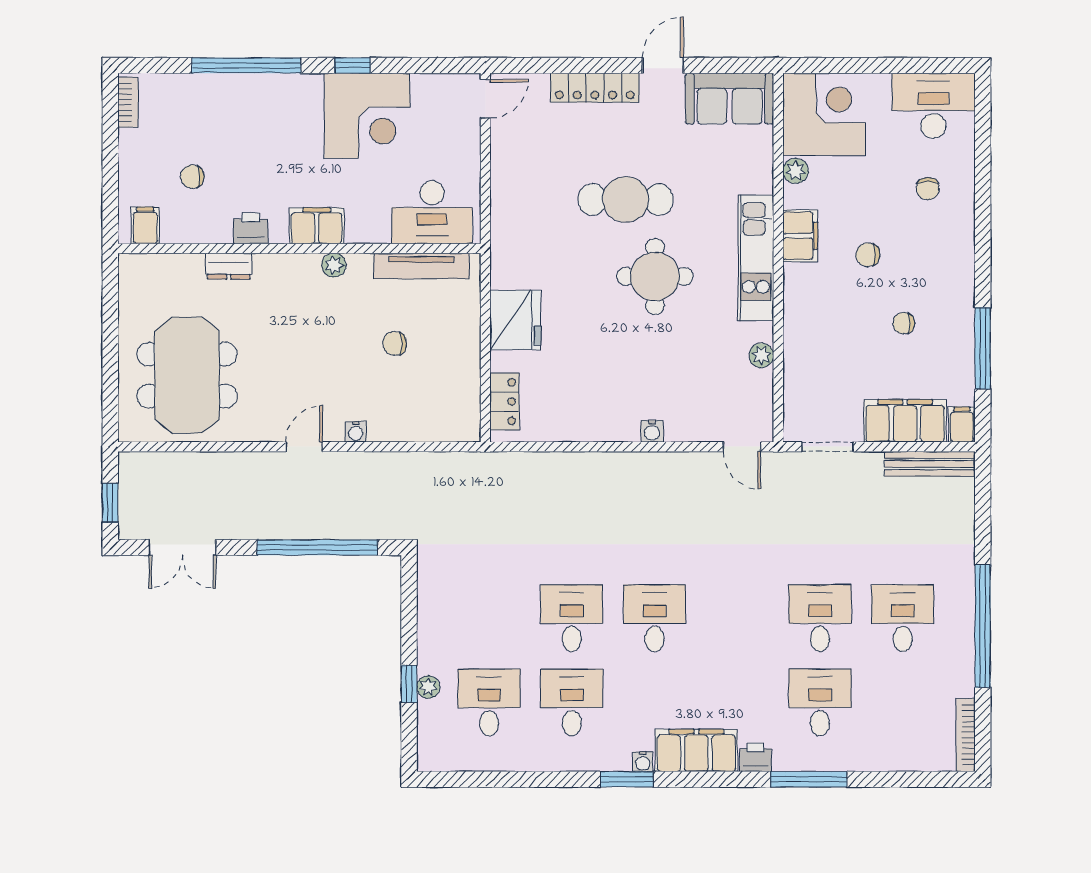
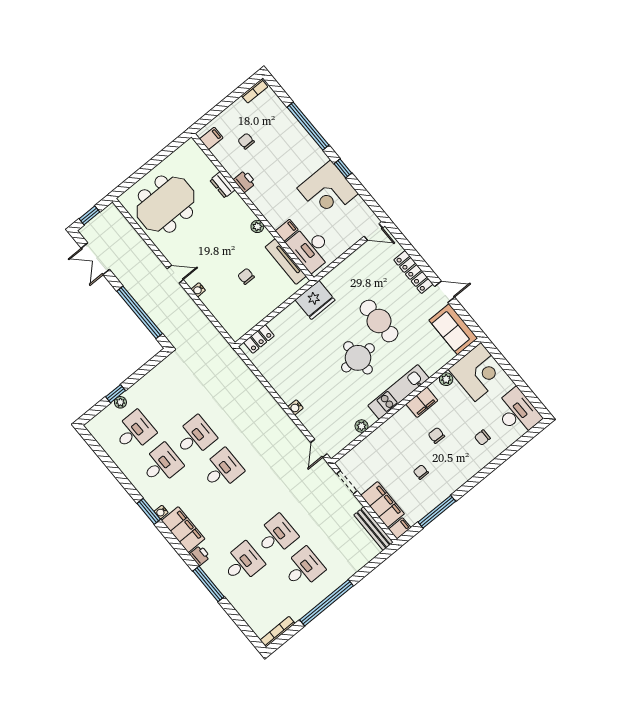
filing cabinet: (317, 226) -> (287, 230), moved, width x0.50
fridge: (515, 320) -> (315, 300), moved

